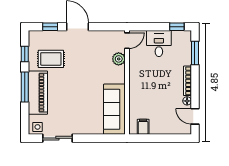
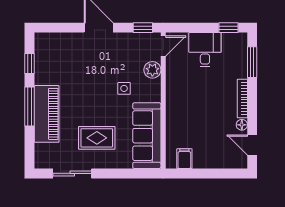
window: (50, 27) -> (143, 28), moved
rug: (51, 59) -> (97, 138), moved
side table: (38, 127) -> (124, 88), moved

